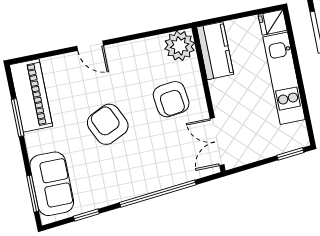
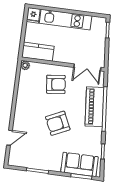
door: (90, 46) -> (10, 138), moved
plant: (180, 46) -> (25, 65), width x0.53, depth x0.53
piano: (31, 96) -> (94, 107), moved, turned -95

